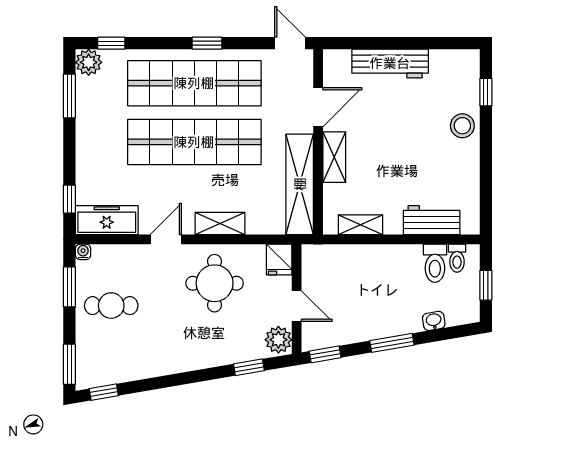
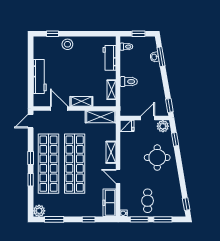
window: (111, 43) -> (31, 180), moved
shelving: (300, 184) -> (101, 117), width x0.68
window: (69, 199) -> (89, 219), moved
toilet: (435, 263) -> (129, 82), moved
round table: (215, 283) -> (157, 158), moved
window: (392, 343) -> (161, 57), moved
window: (69, 364) -> (163, 219), moved

